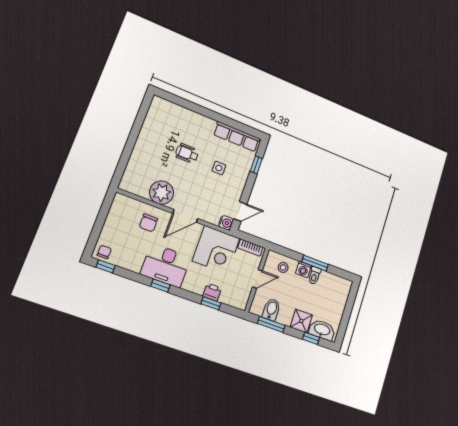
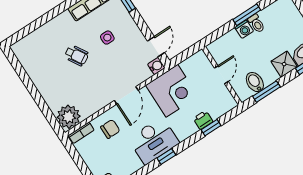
wheelchair: (187, 153) -> (76, 55), turned -121
plant: (162, 193) -> (69, 117), moved
chair: (148, 223) -> (110, 129), turned -90
bookcase: (250, 248) -> (81, 133), moved
stool: (283, 267) -> (229, 46), removed

